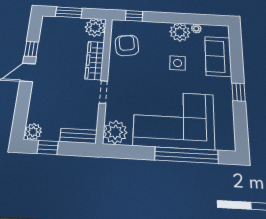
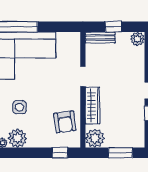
plant: (115, 132) -> (70, 42), removed
window: (48, 147) -> (113, 27), moved

